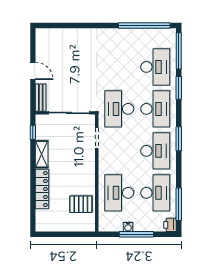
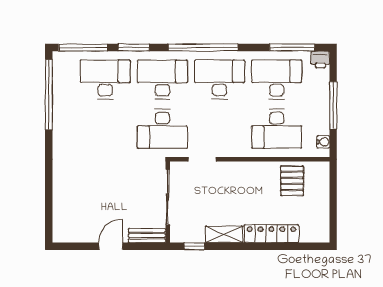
window: (179, 139) -> (203, 47), width x2.11
water cooler: (128, 227) -> (323, 142), moved

